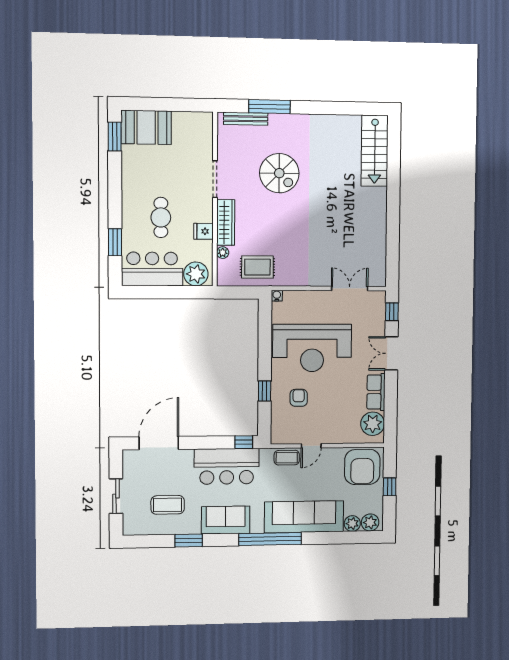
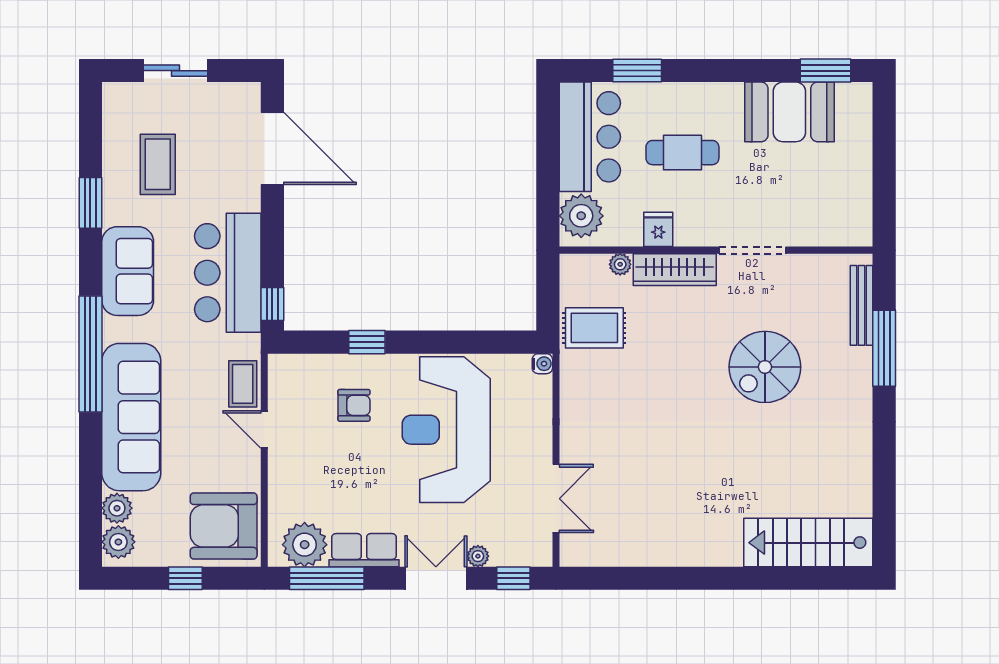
booth: (146, 127) -> (789, 112), moved, turned 90
rug: (257, 267) -> (594, 328), turned 90
plant: (380, 331) -> (478, 556), added
window: (391, 412) -> (327, 578), added

